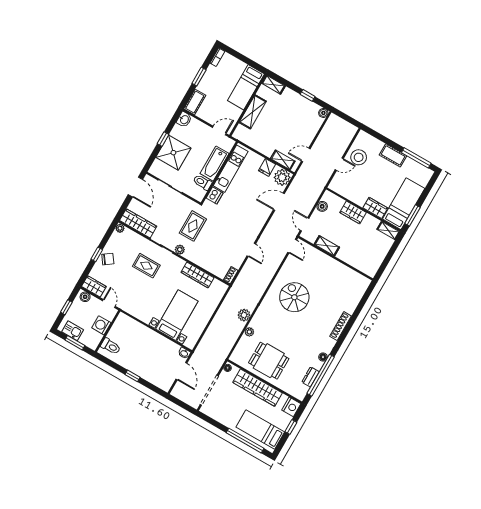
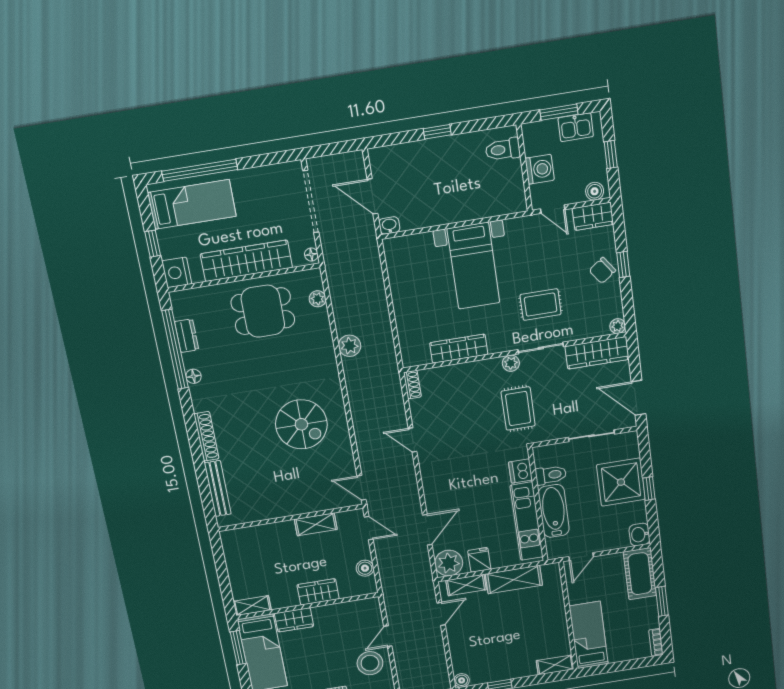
cot: (195, 102) -> (640, 574), width x1.37, depth x1.34
shelving: (253, 112) -> (514, 580), moved, turned 90
bench: (356, 298) -> (218, 488), added
bed with nightstands: (177, 315) -> (473, 266), moved
plant: (249, 332) -> (318, 299), moved

